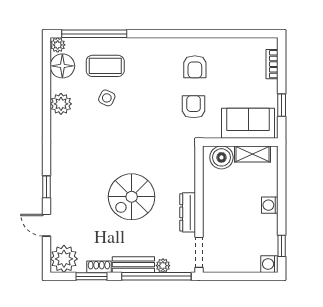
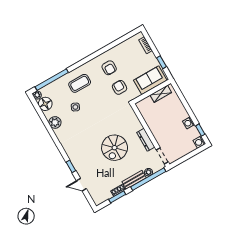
coffee table: (105, 66) -> (80, 83), moved
boiler: (221, 157) -> (147, 104), removed
washing machine: (270, 205) -> (188, 123), moved
plant: (64, 259) -> (99, 196), removed

